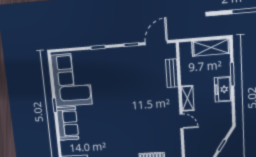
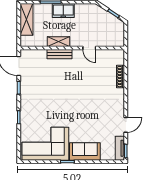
bench: (172, 73) -> (59, 54), moved
shelving: (187, 98) -> (58, 42), moved
door: (181, 121) -> (89, 48), swing flipped

